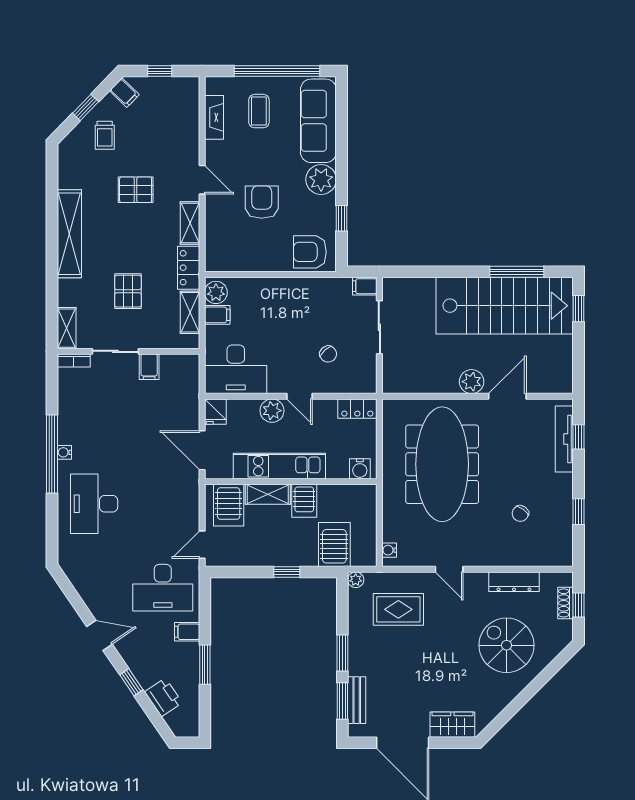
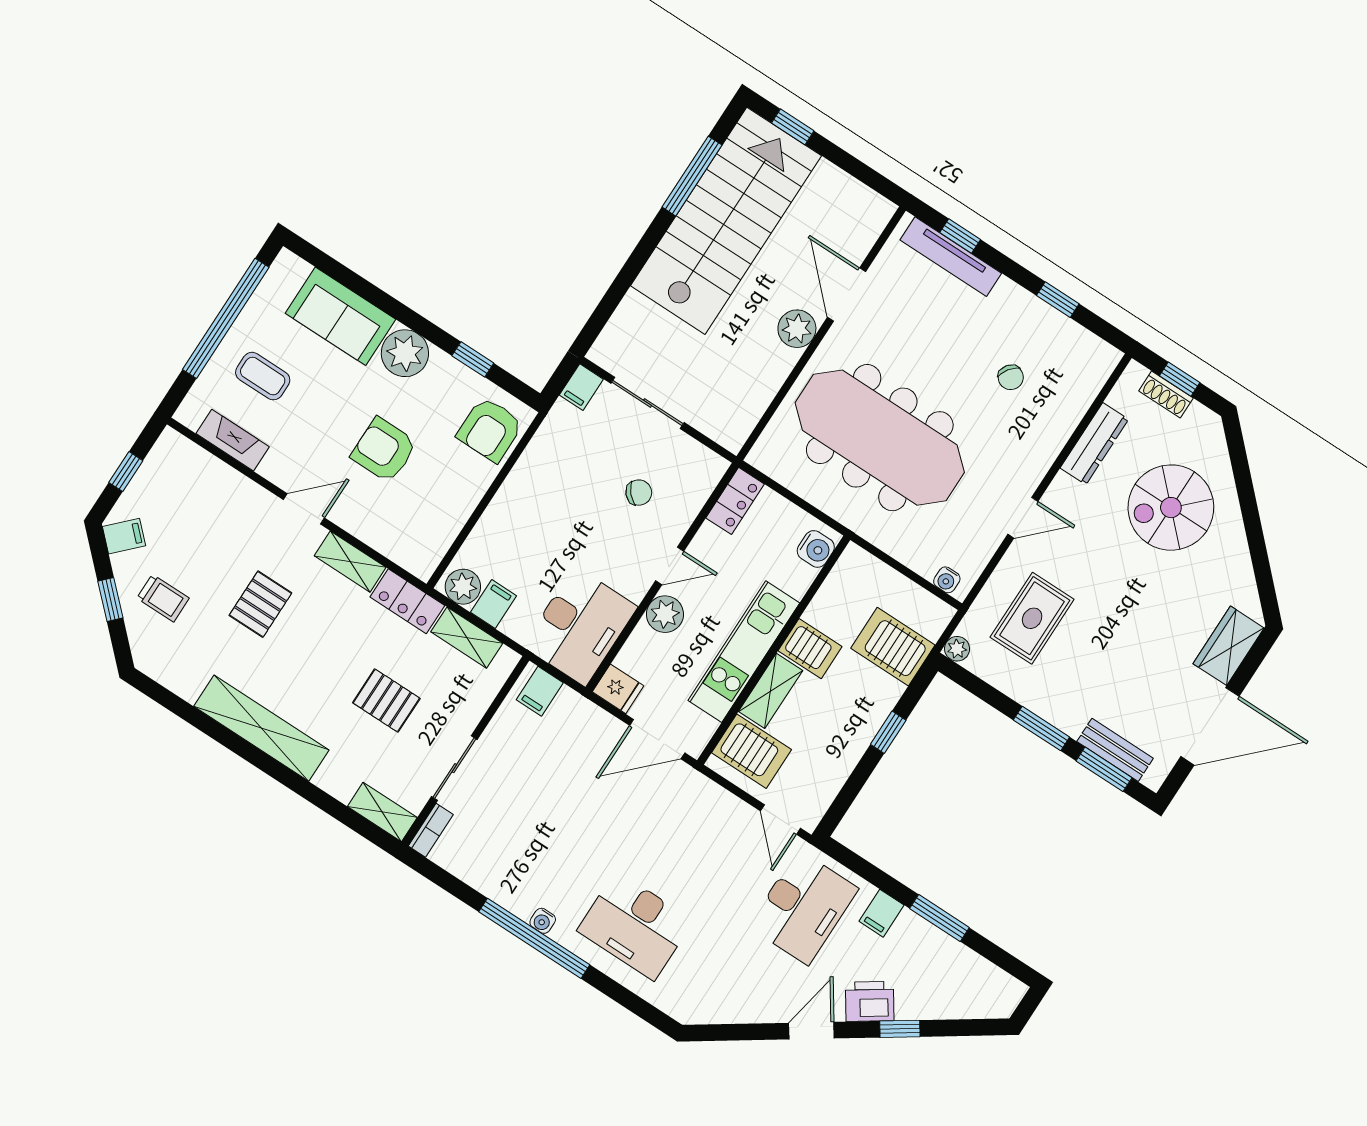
sofa: (318, 121) -> (340, 316), width x0.73
filing cabinet: (149, 367) -> (540, 691), moved, turned 90
printer: (163, 697) -> (870, 1001), moved

